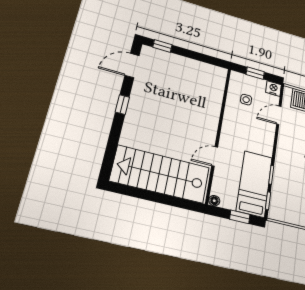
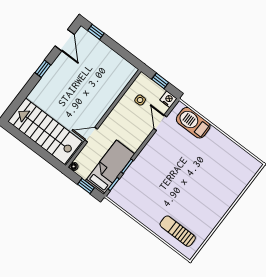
door: (132, 65) -> (65, 40), swing flipped
door: (279, 115) -> (160, 123), hinge flipped

